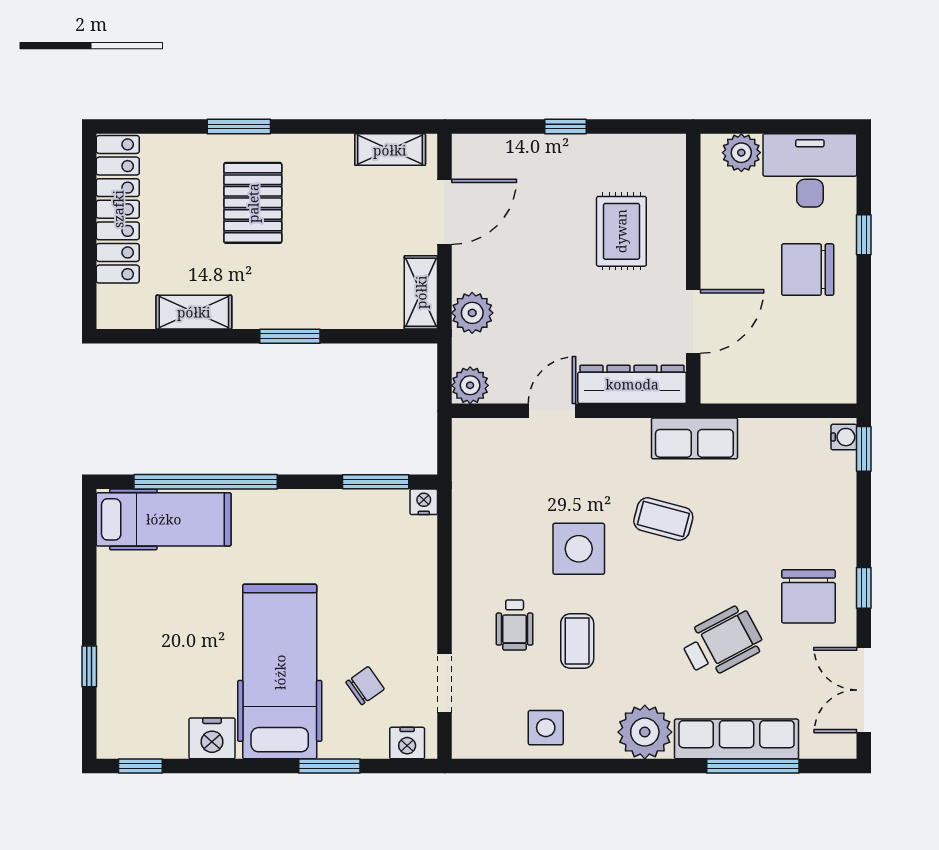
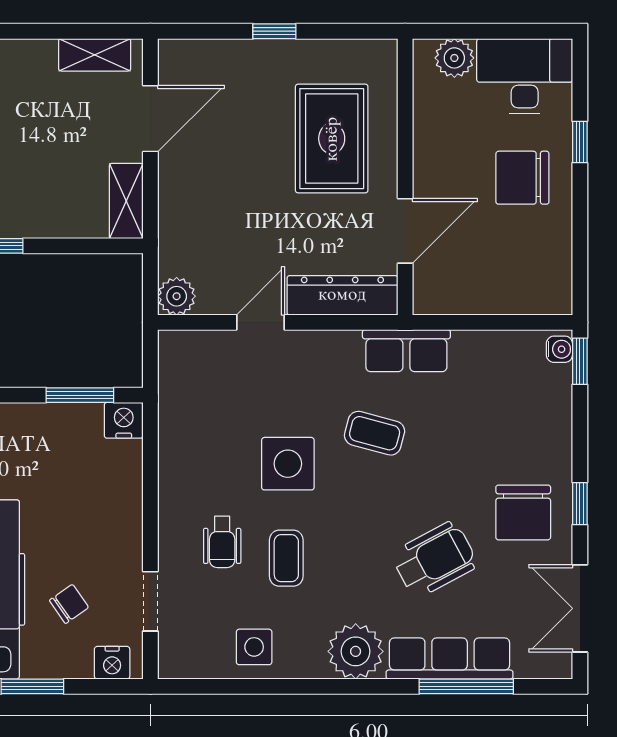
rug: (621, 231) -> (332, 139), width x1.36, depth x1.43
plant: (472, 313) -> (179, 222), removed
nightstand: (424, 502) -> (124, 420), width x1.39, depth x1.35

